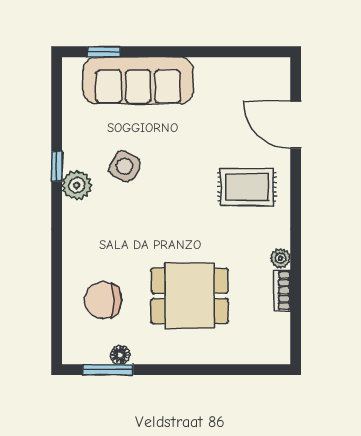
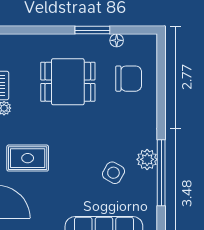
window: (57, 166) -> (161, 173), width x3.17
window: (108, 370) -> (92, 30), moved

